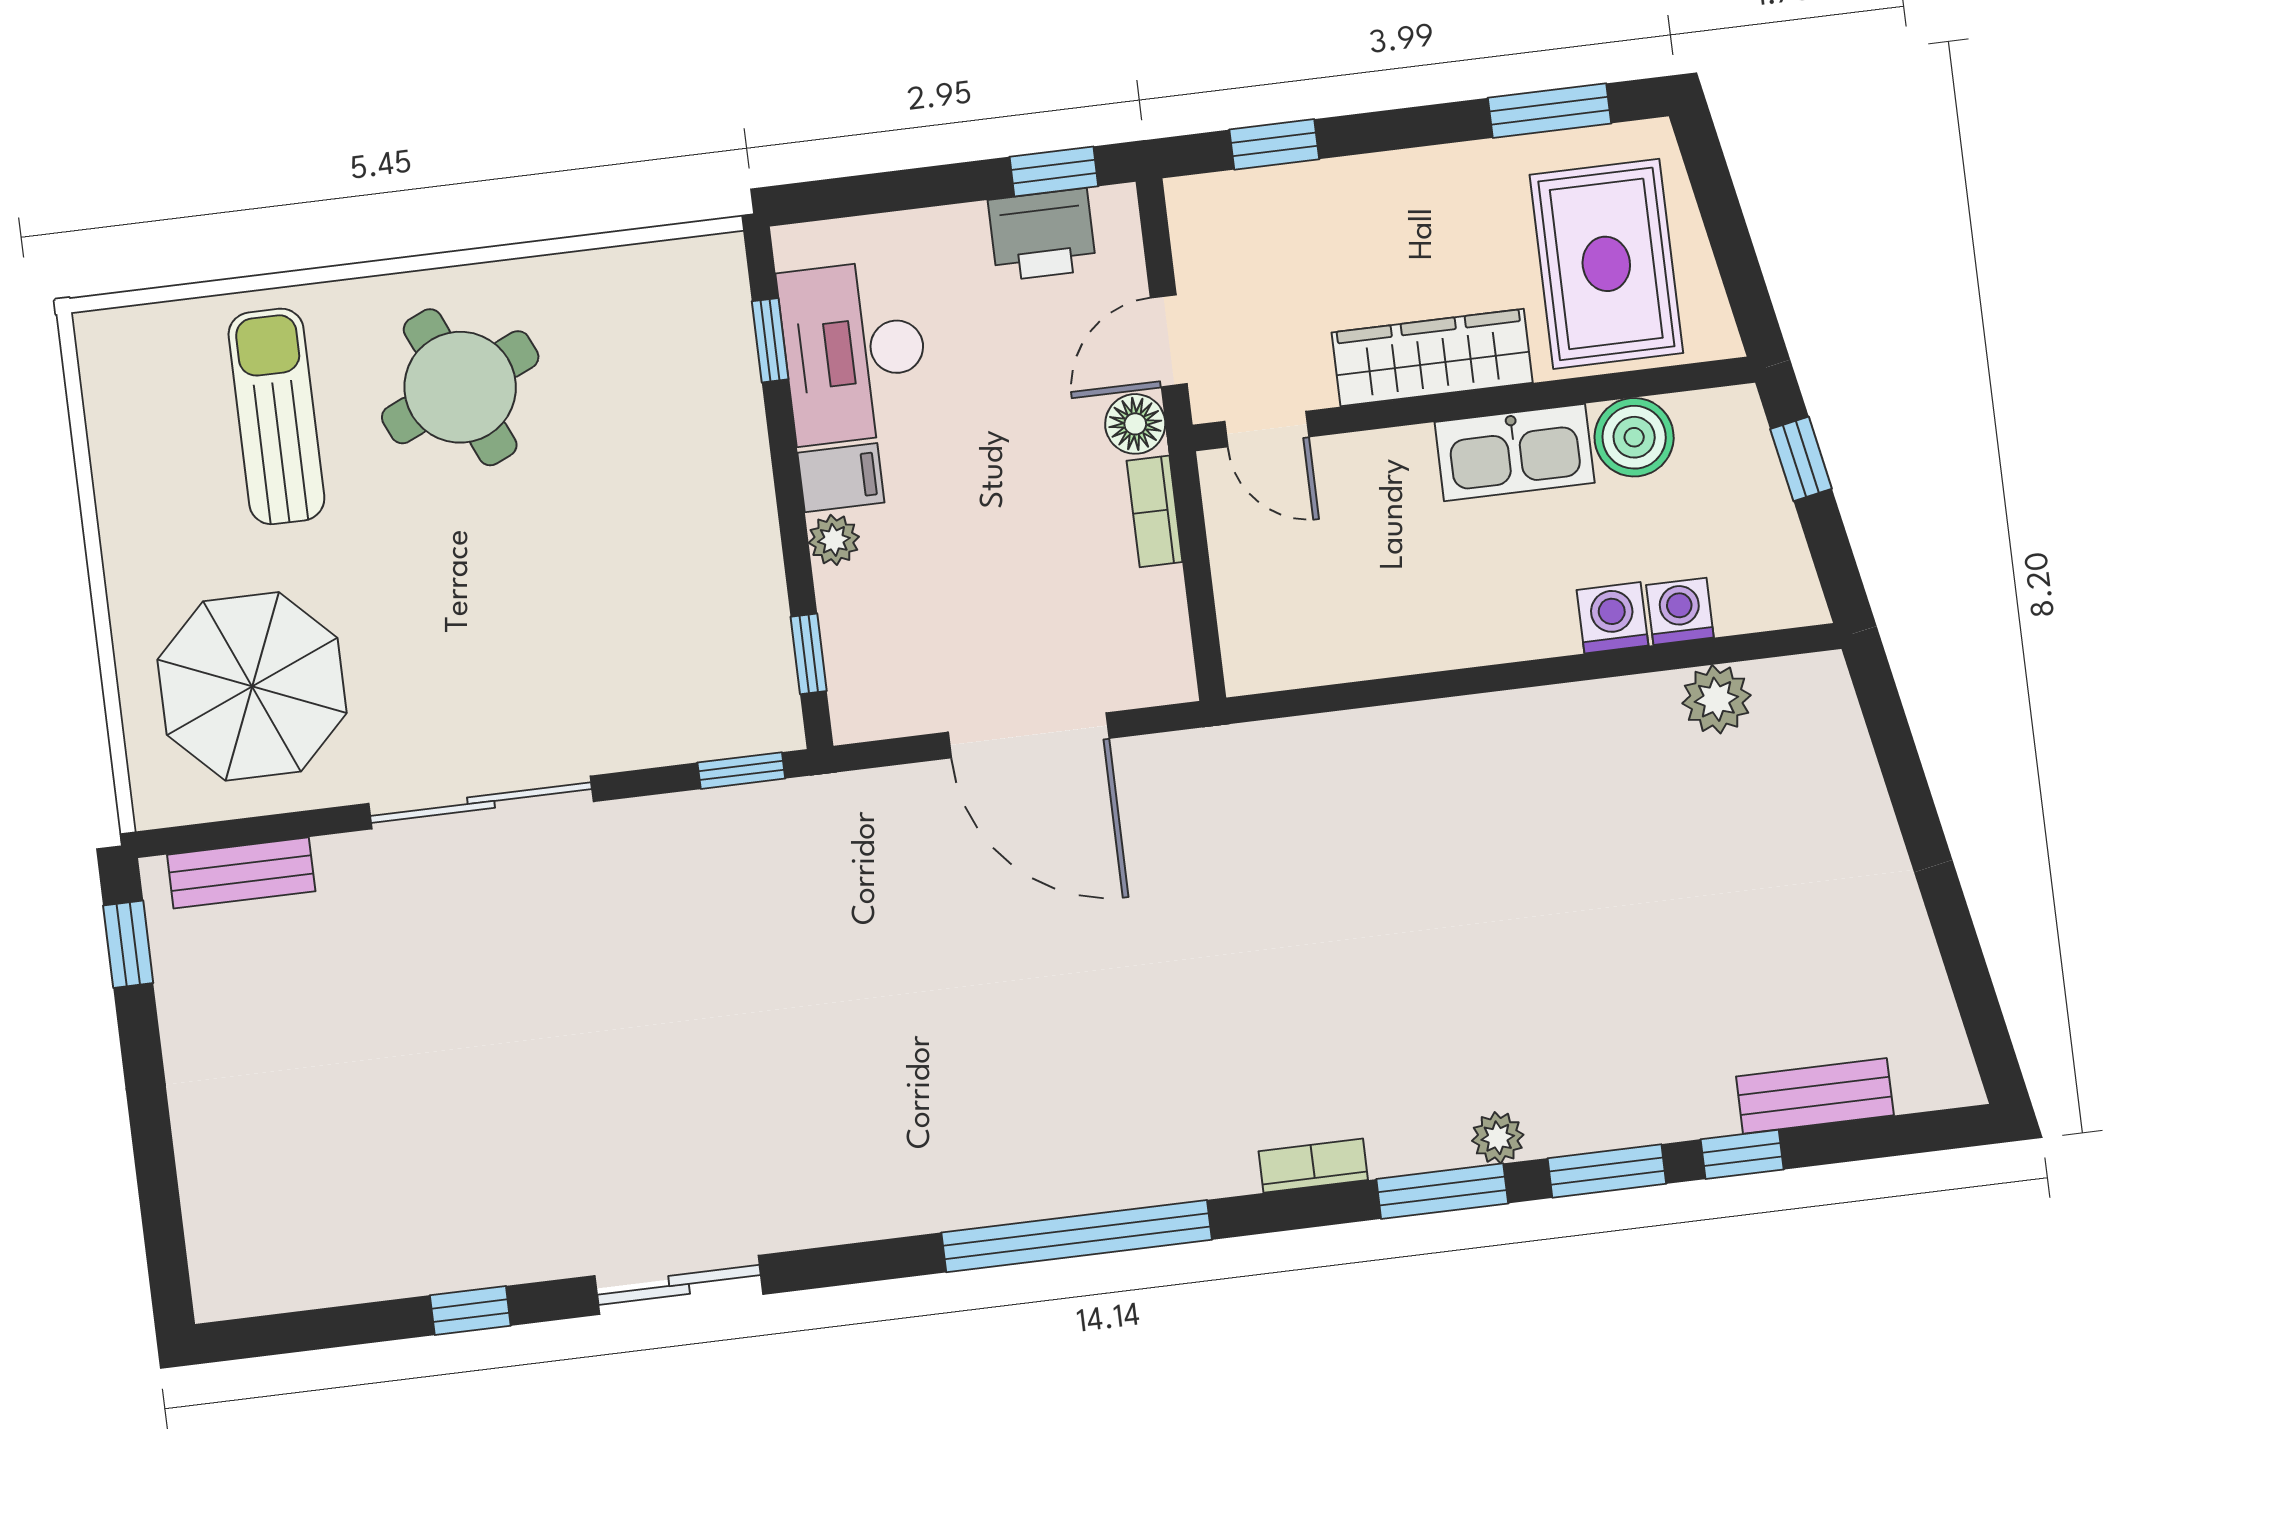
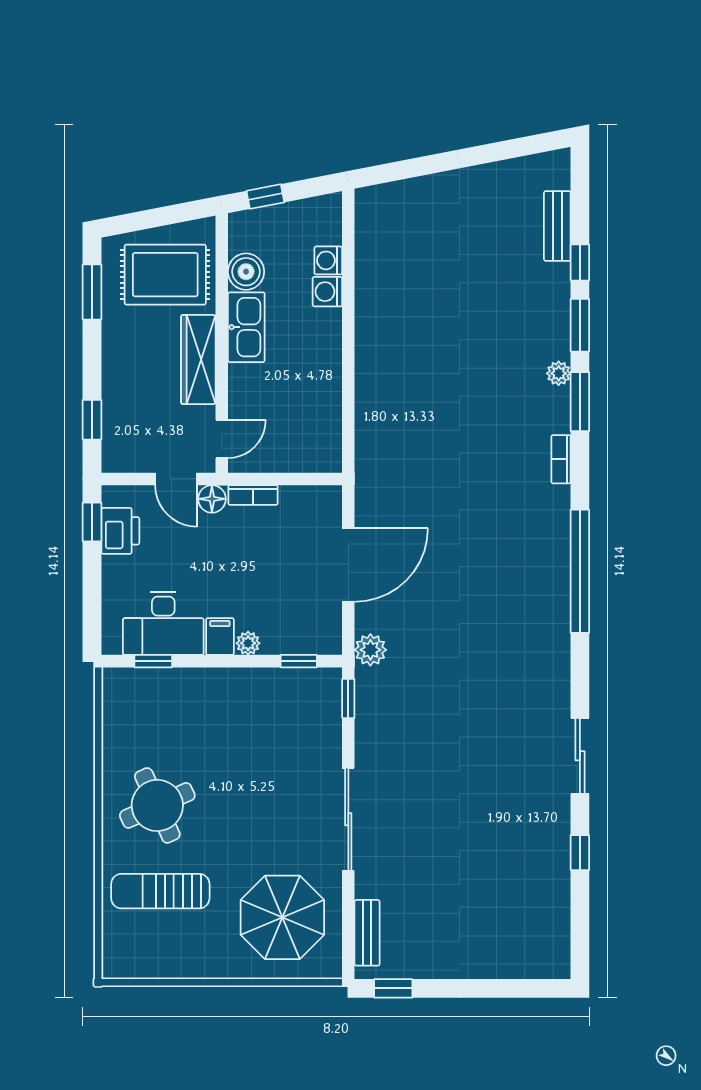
plant: (1716, 699) -> (370, 650), moved

